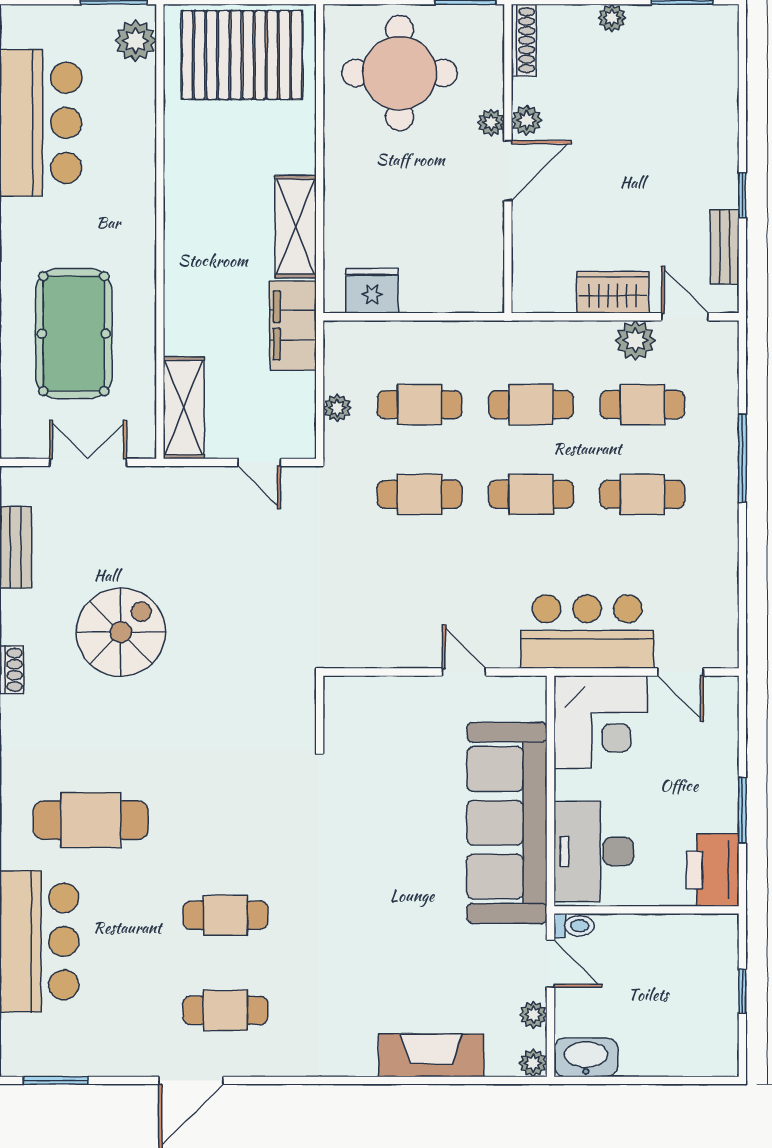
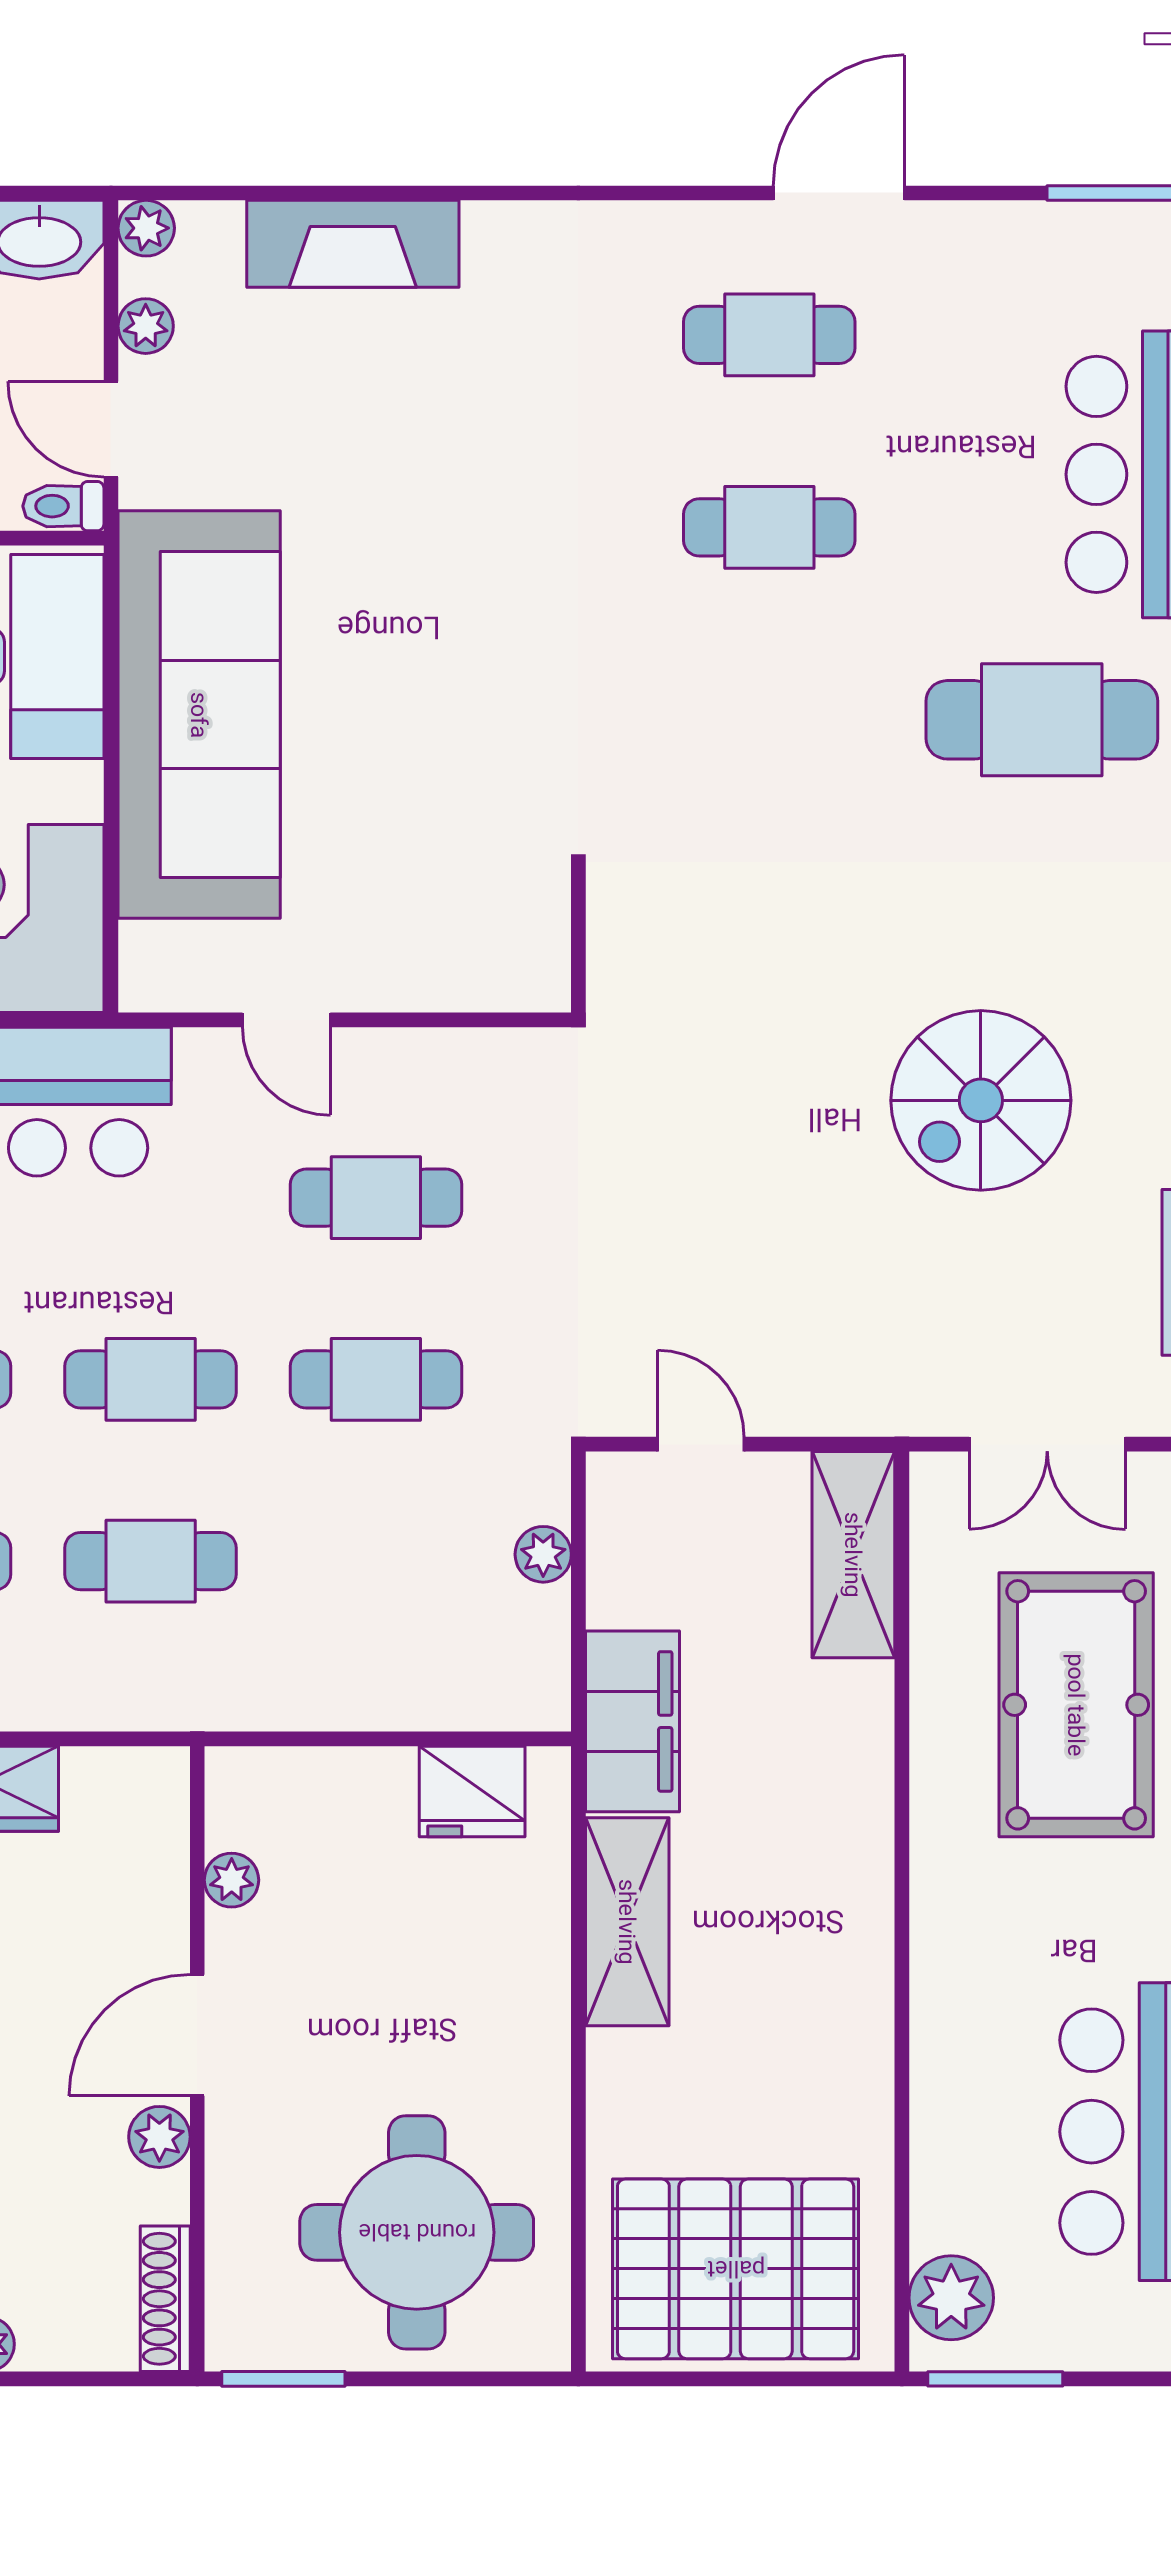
plant: (491, 122) -> (232, 1880), moved
cafe table: (420, 405) -> (376, 1198), moved

